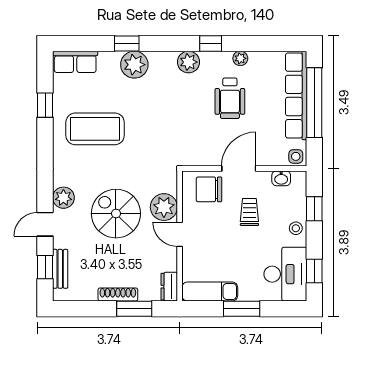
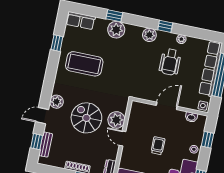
chair: (209, 189) -> (146, 115), removed
trolley: (249, 212) -> (158, 146), moved

